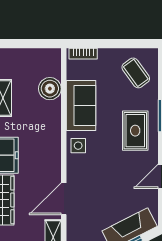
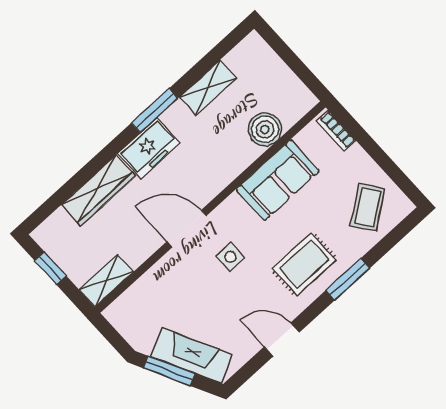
side table: (78, 146) -> (230, 257), moved
door: (64, 199) -> (187, 229), moved

